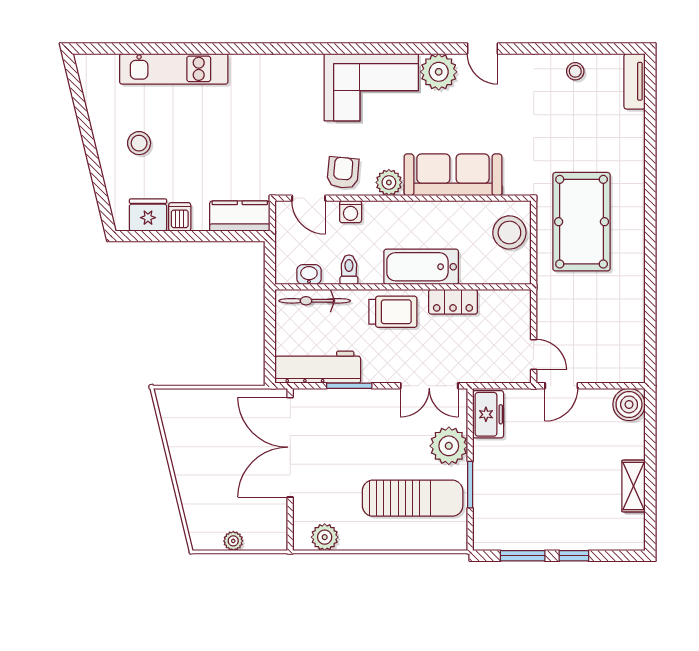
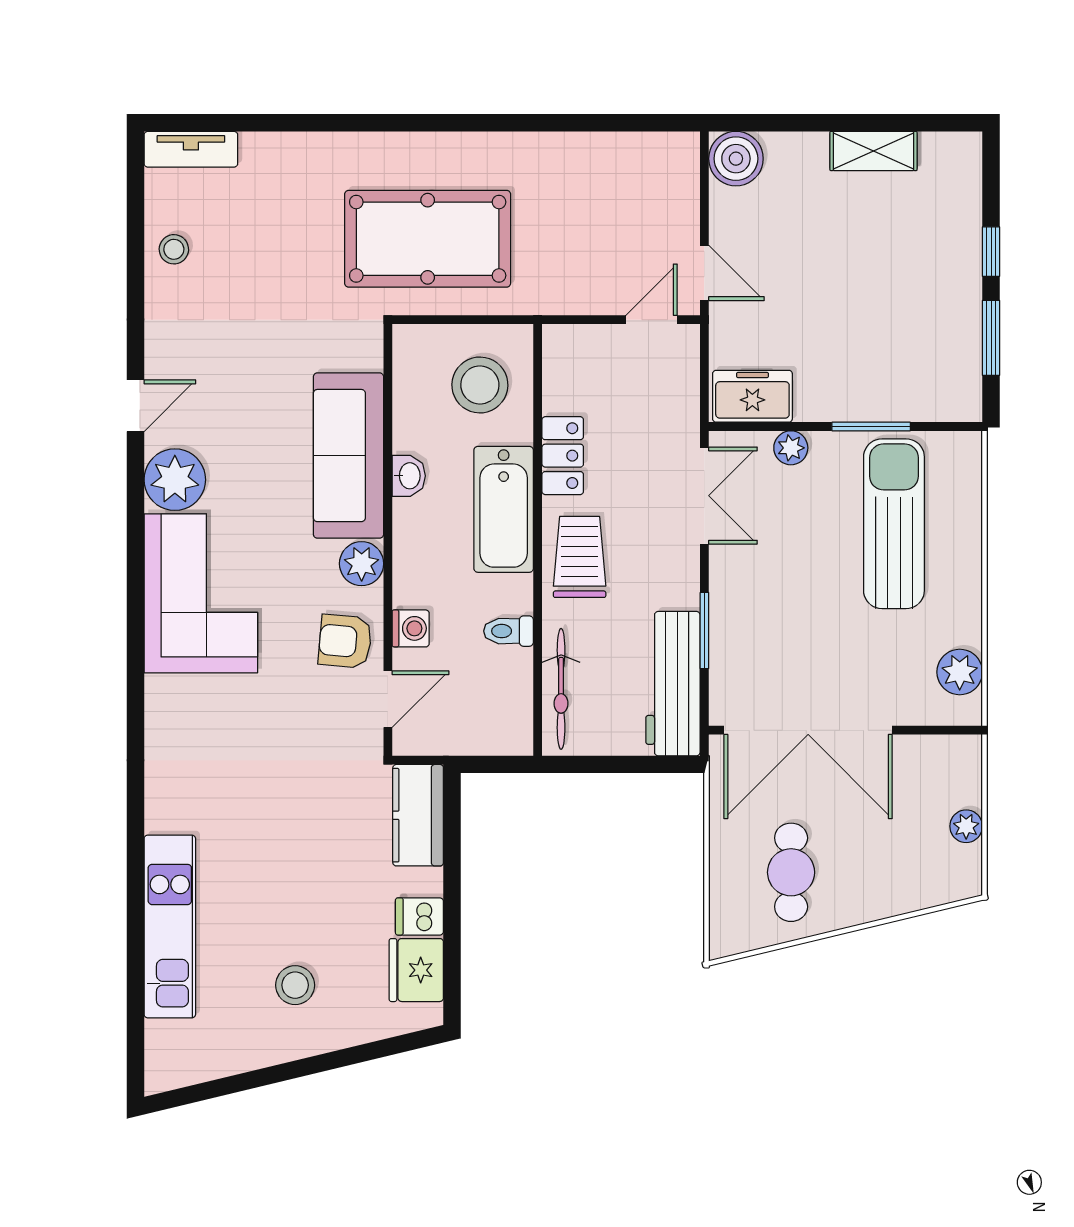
stool: (509, 232) -> (480, 385), moved
washbasin: (309, 275) -> (409, 476), moved, turned 180
cafe table: (206, 437) -> (791, 872), added
plant: (449, 446) -> (791, 448), width x0.53, depth x0.53

